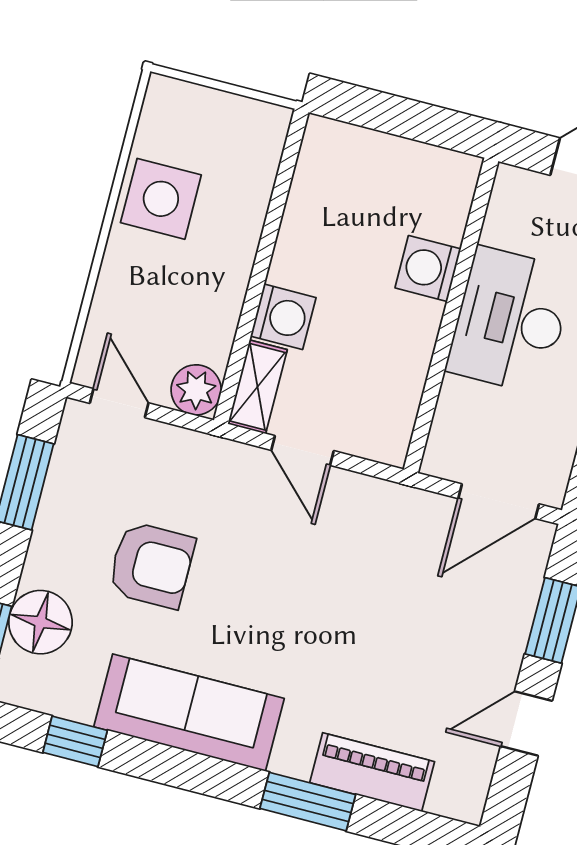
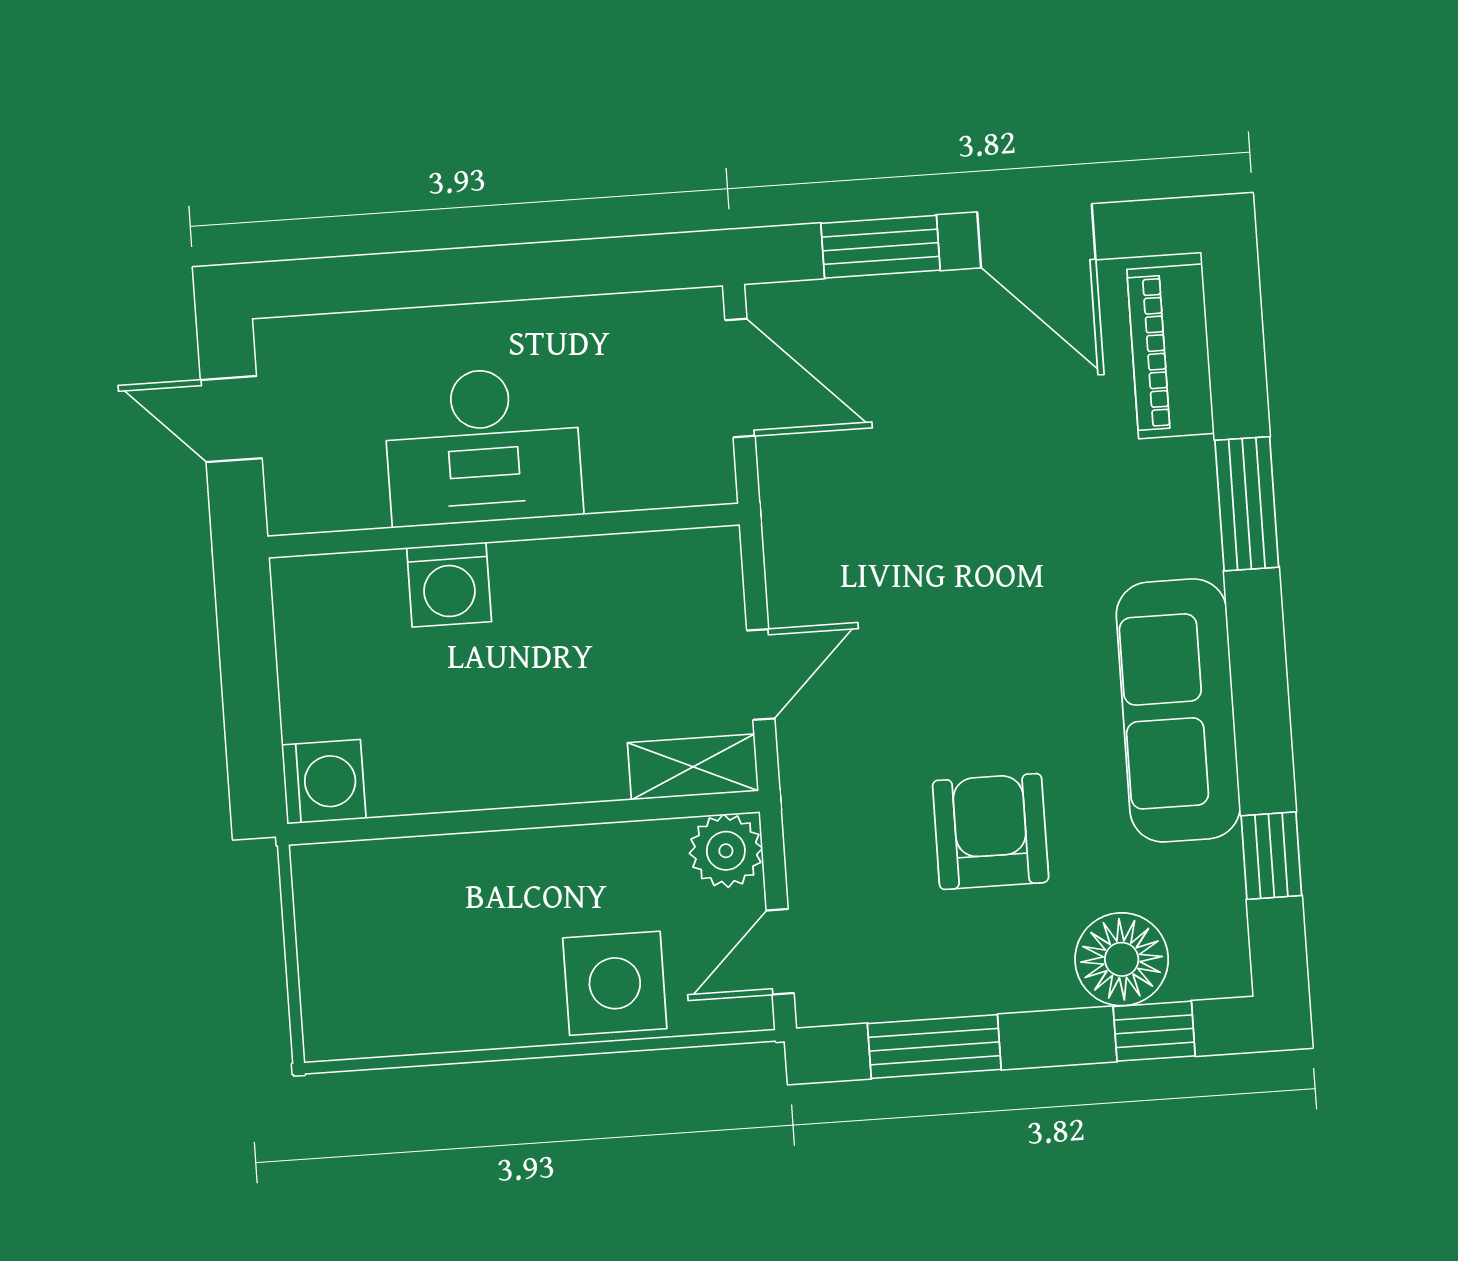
side table: (161, 199) -> (615, 983), moved
washing machine: (283, 317) -> (324, 782), moved, turned 90
door: (526, 723) -> (1036, 236), width x1.38
piano: (372, 772) -> (1171, 351), moved

